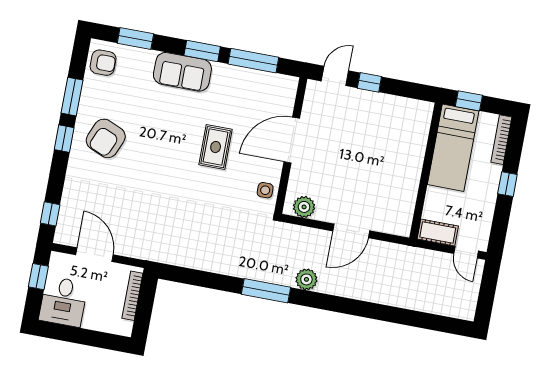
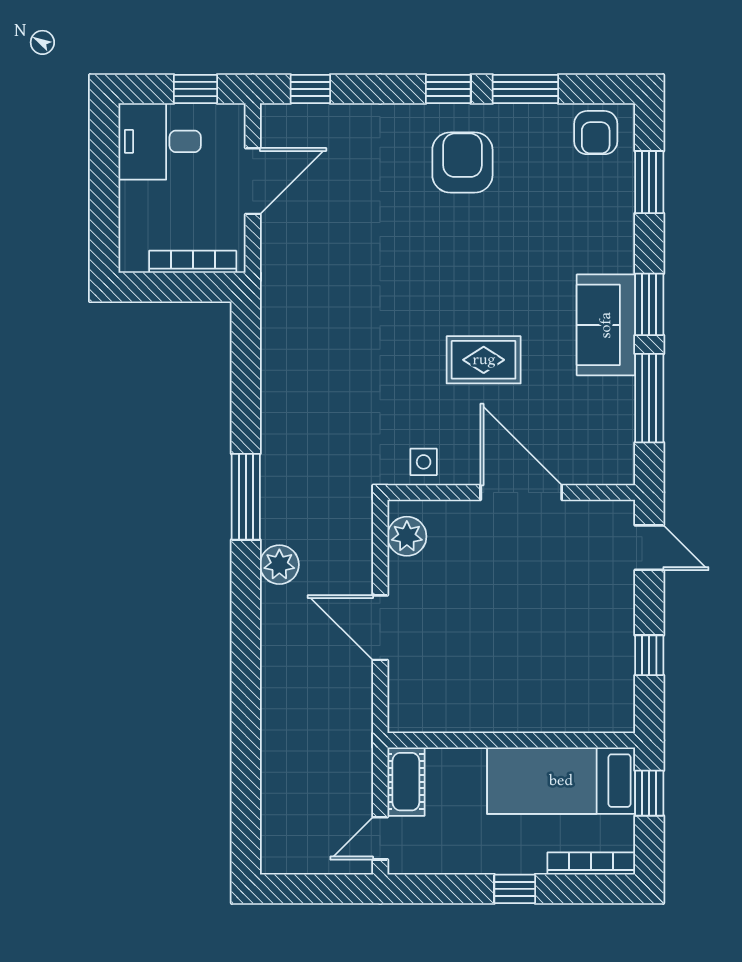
sofa: (182, 72) -> (606, 325), moved
window: (369, 82) -> (649, 655), moved
armchair: (106, 138) -> (462, 162), turned 67

